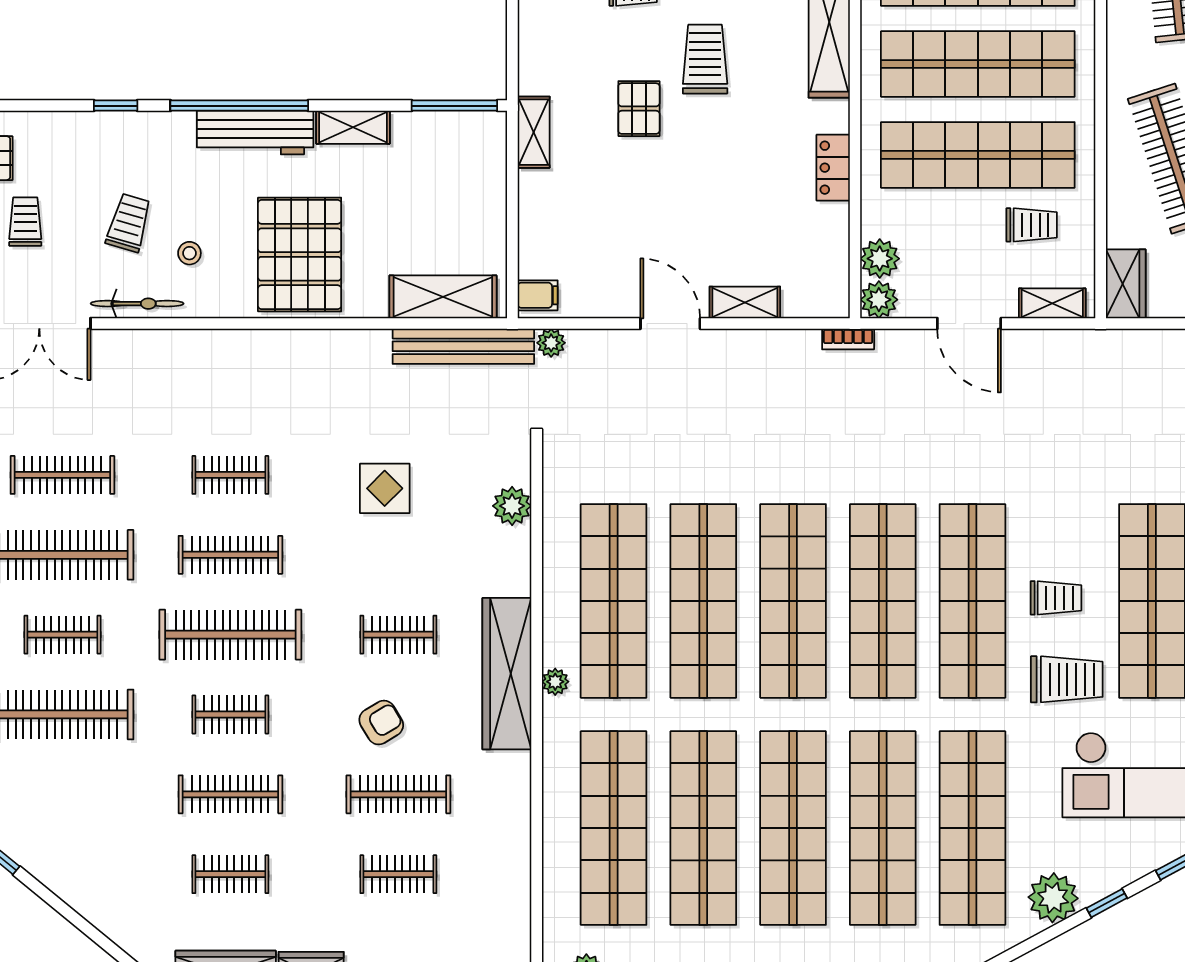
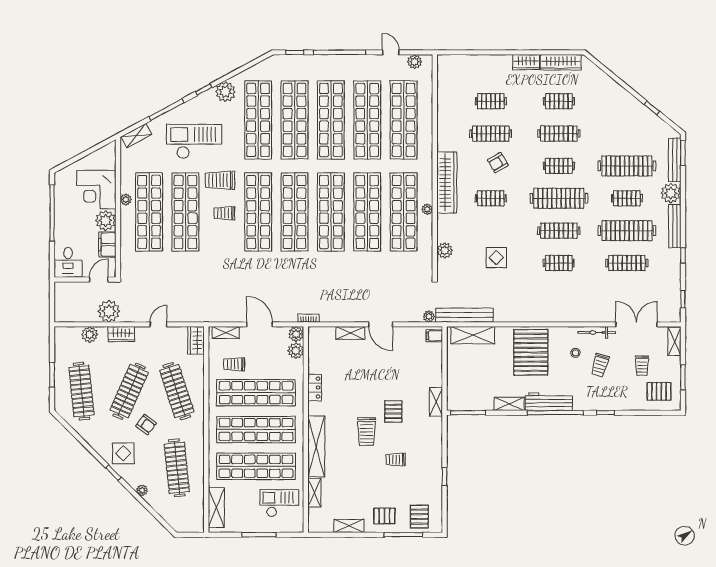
plant: (555, 682) -> (427, 209), moved

